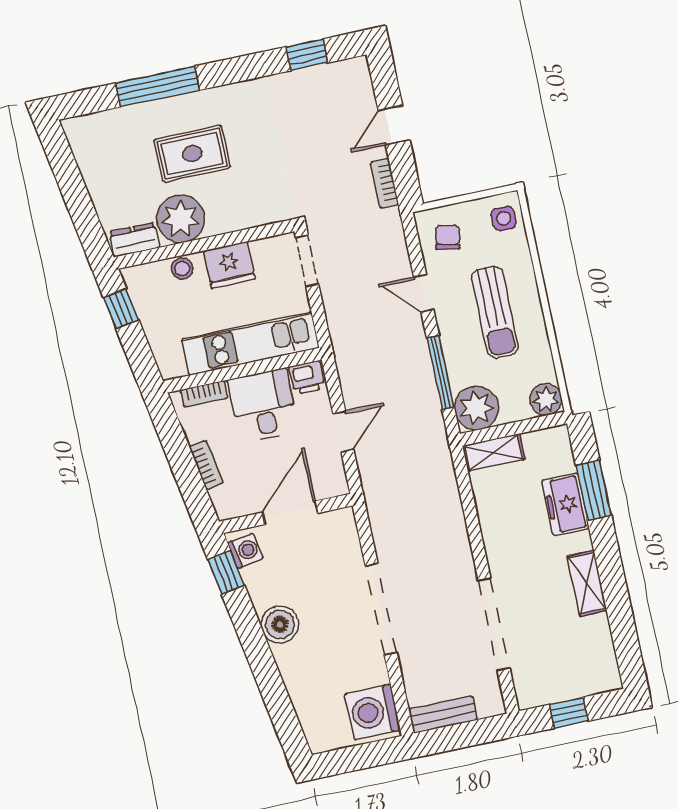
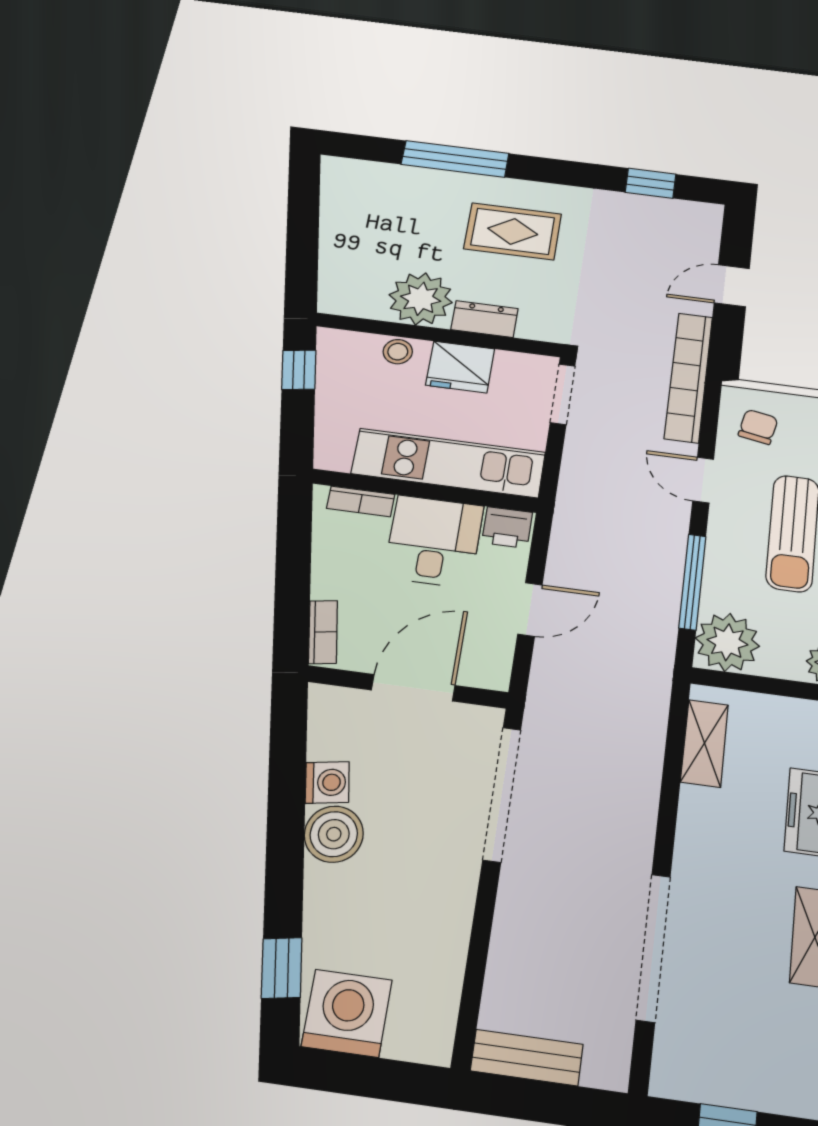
rug: (192, 154) -> (513, 231), moved
bookcase: (384, 183) -> (689, 377), width x2.31, depth x1.31
dresser: (134, 240) -> (484, 319), moved
shelving: (493, 452) -> (704, 743), moved, turned 90
bookcase: (206, 465) -> (323, 632), moved
washing machine: (245, 551) -> (327, 782), moved
window: (226, 572) -> (282, 968), moved
doorway: (381, 609) -> (502, 794), moved
washing machine: (373, 712) -> (347, 1013), moved, turned 90

